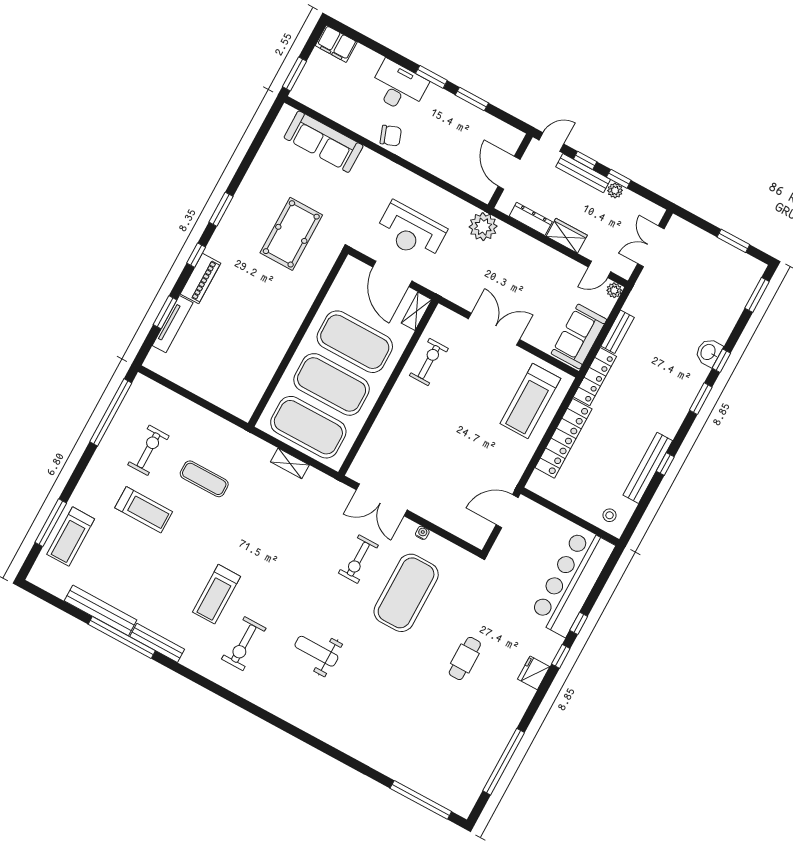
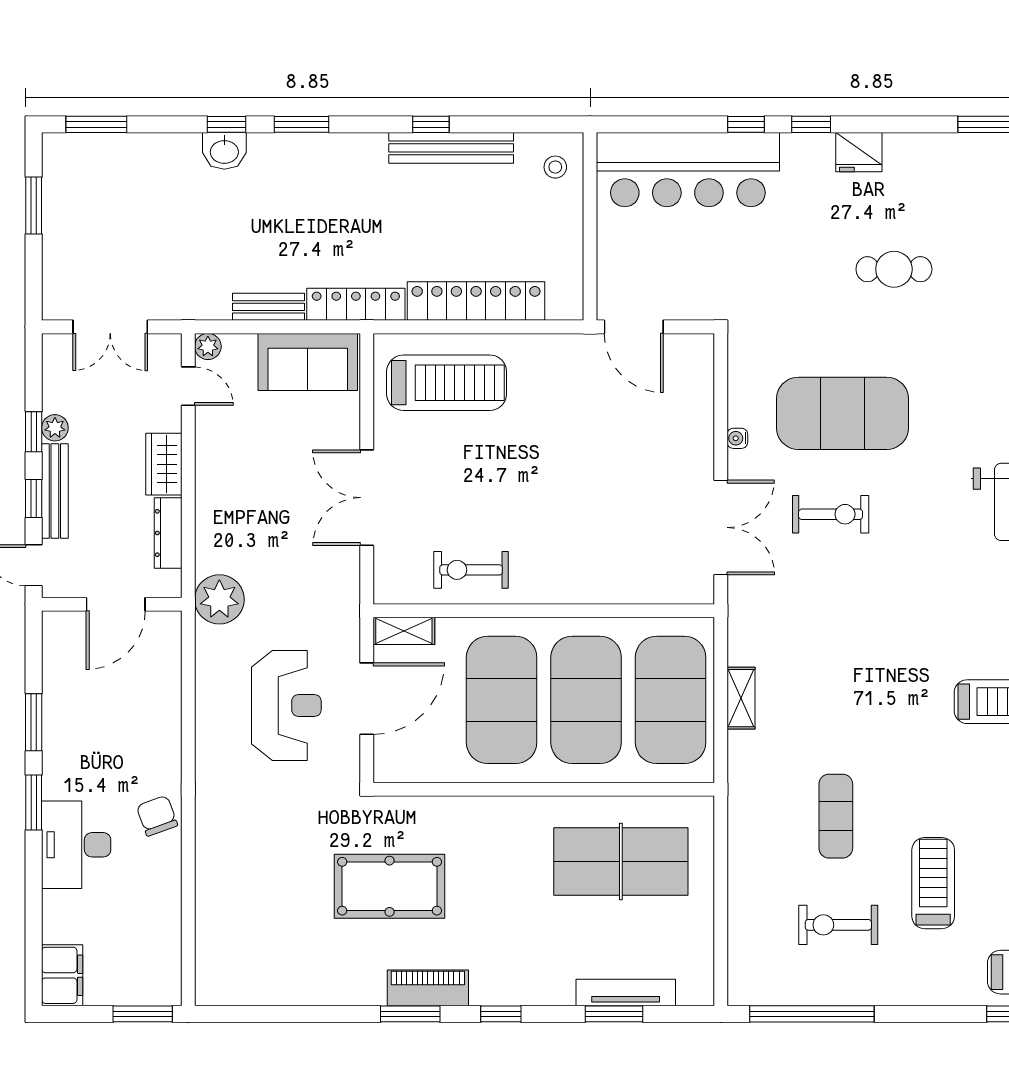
sofa: (324, 142) -> (222, 913), removed
piano: (200, 279) -> (428, 988), moved
table tennis table: (240, 358) -> (621, 862), added

